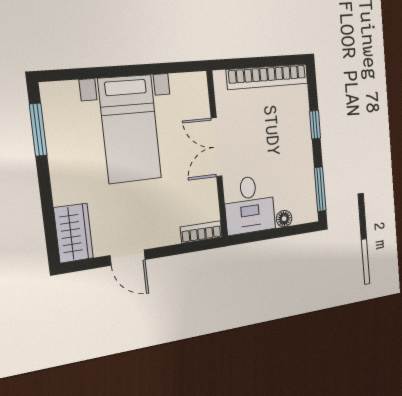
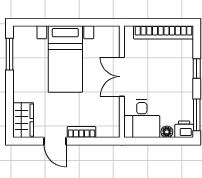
printer: (306, 212) -> (184, 129), added
bookcase: (201, 232) -> (81, 132), moved

